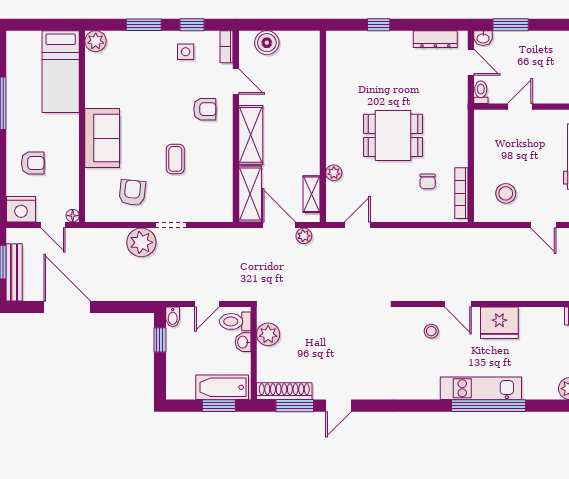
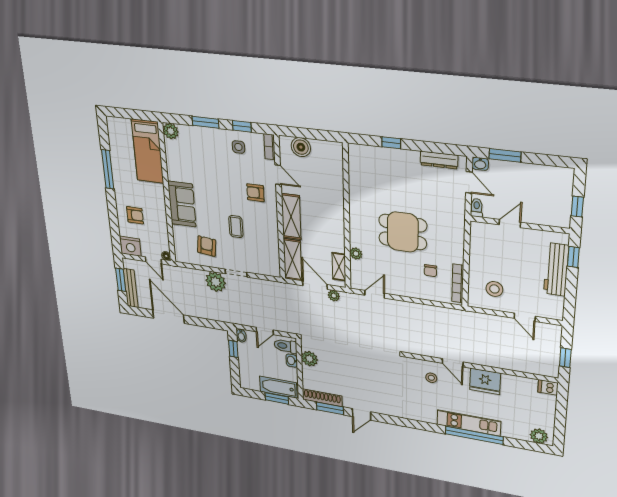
armchair: (205, 109) -> (255, 193), turned 180

